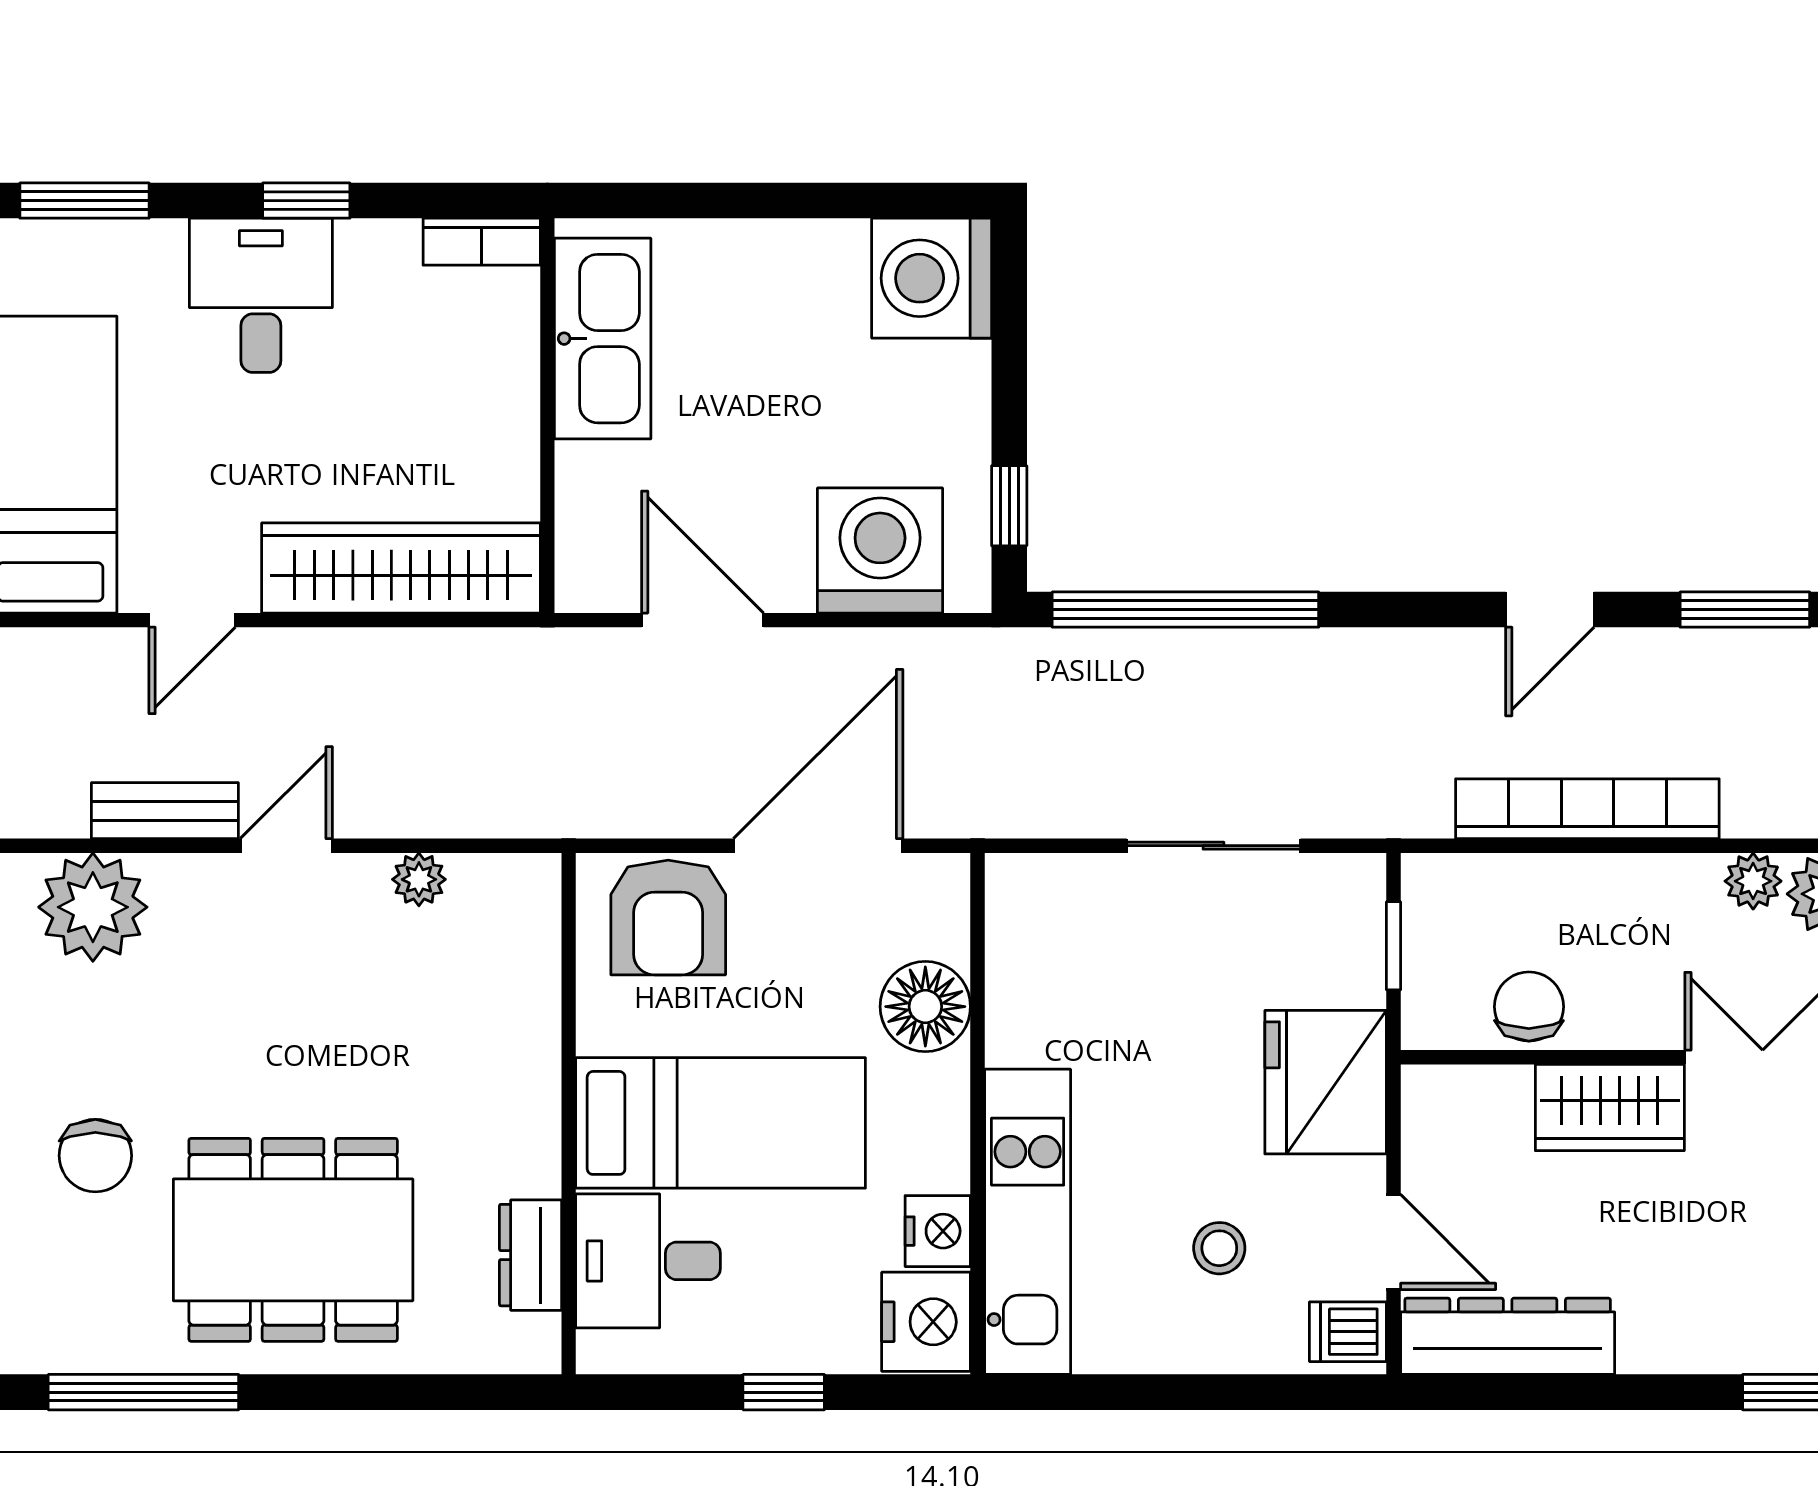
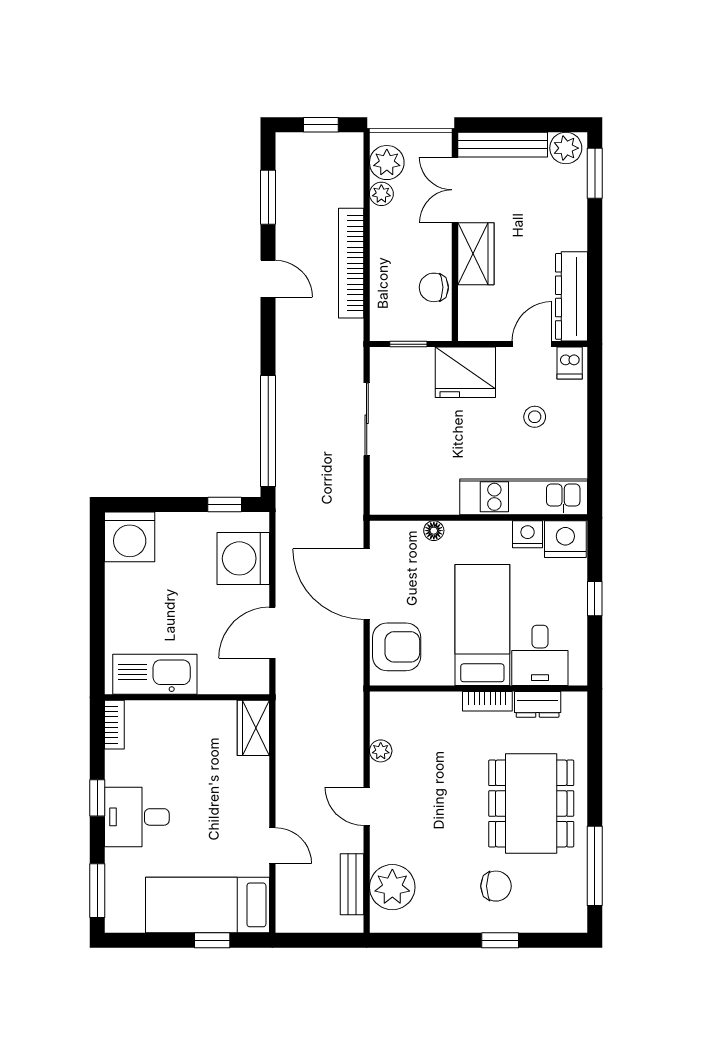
wardrobe: (401, 568) -> (253, 728), width x0.48, depth x0.85
bench: (165, 811) -> (352, 884), moved
floor lamp: (925, 1007) -> (434, 531), width x0.53, depth x0.53
bookcase: (538, 1135) -> (487, 701), added

